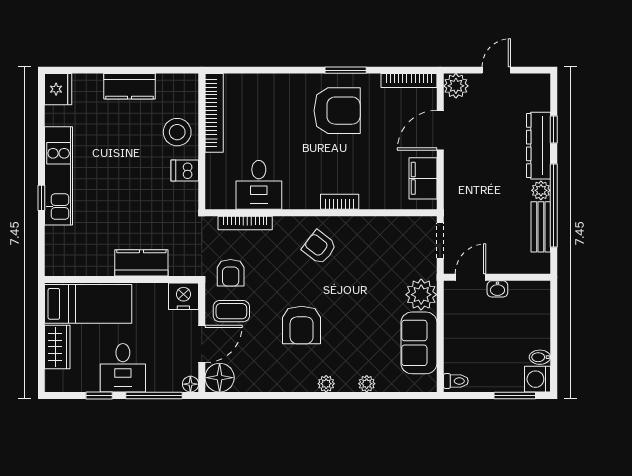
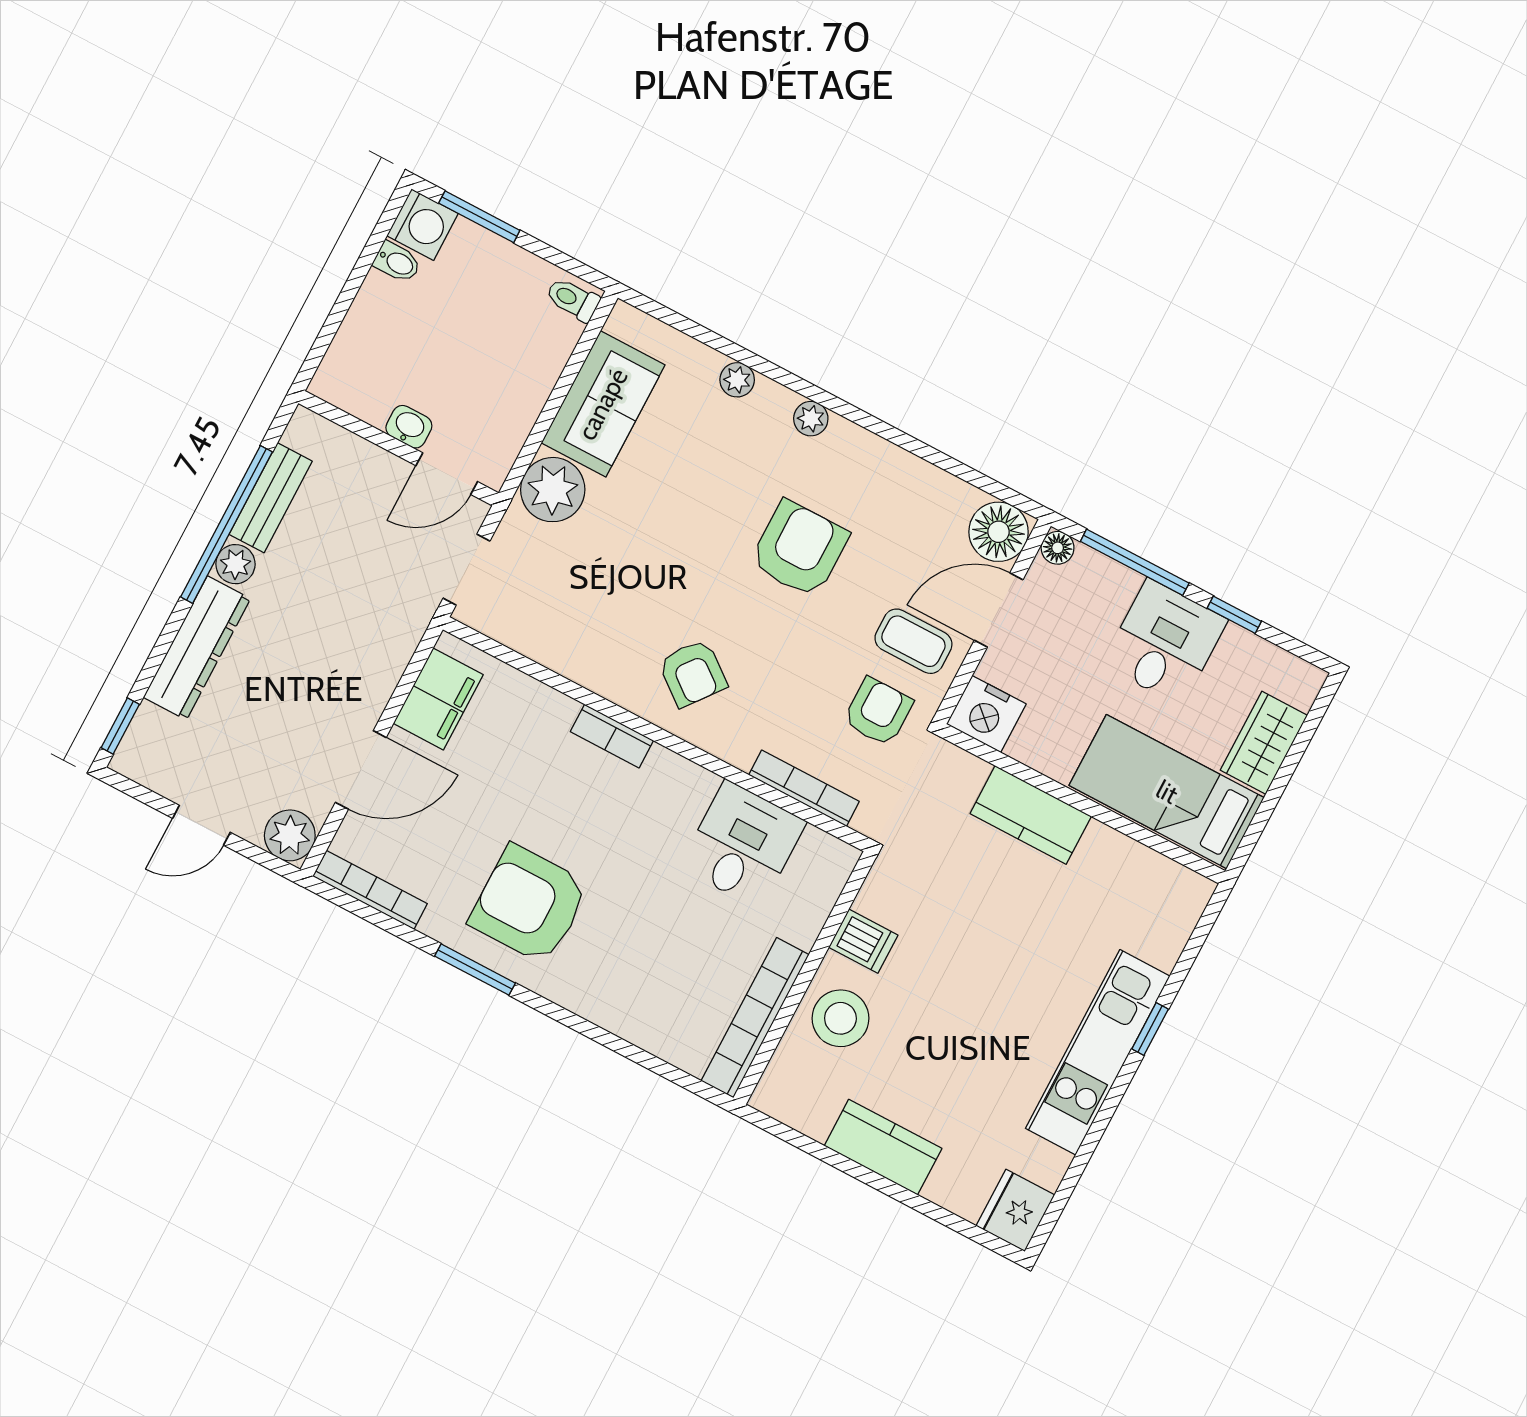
window: (554, 130) -> (120, 726), moved

